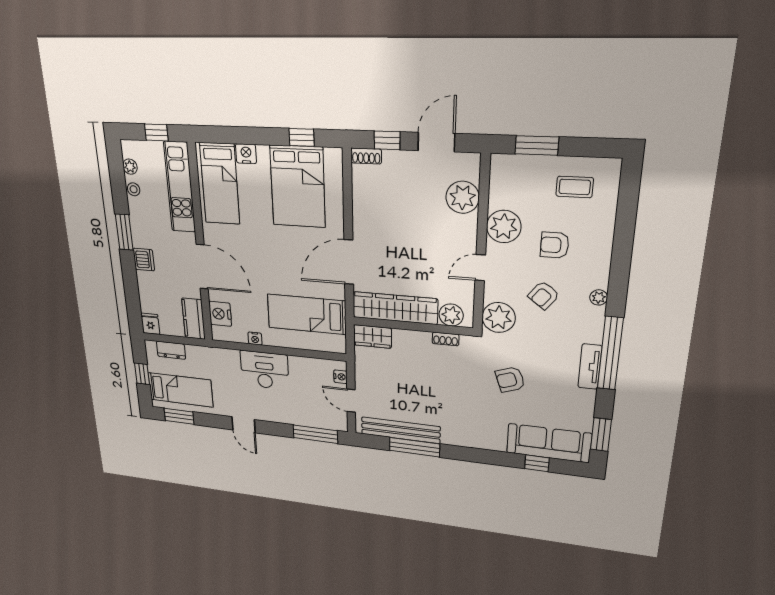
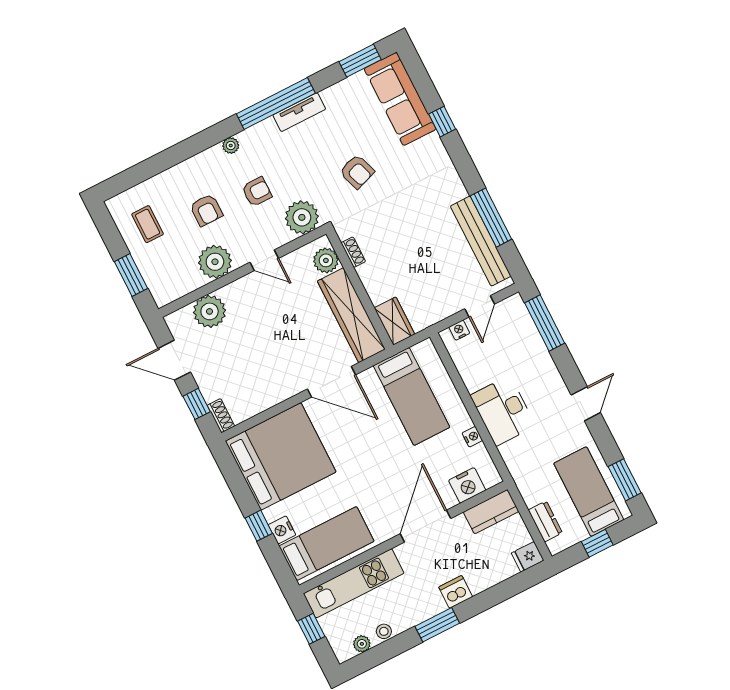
window: (302, 137) -> (259, 526), moved
bed: (298, 187) -> (281, 456), width x1.36
armchair: (544, 295) -> (257, 192), turned -37
window: (537, 463) -> (442, 122), moved

